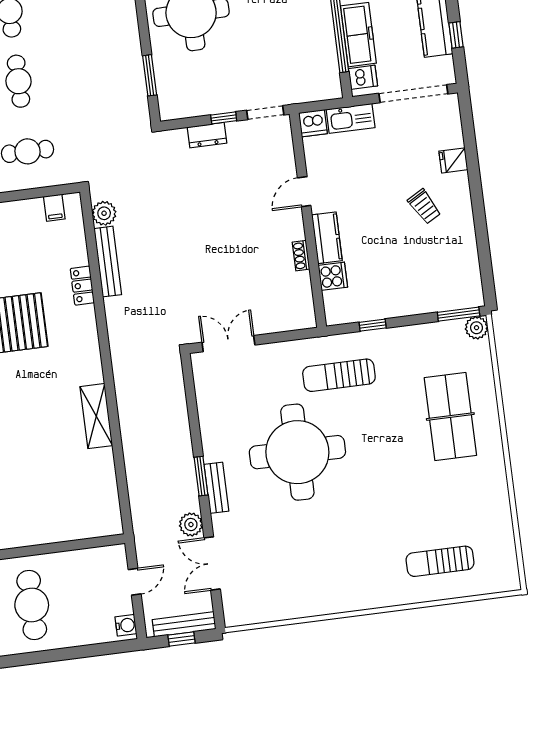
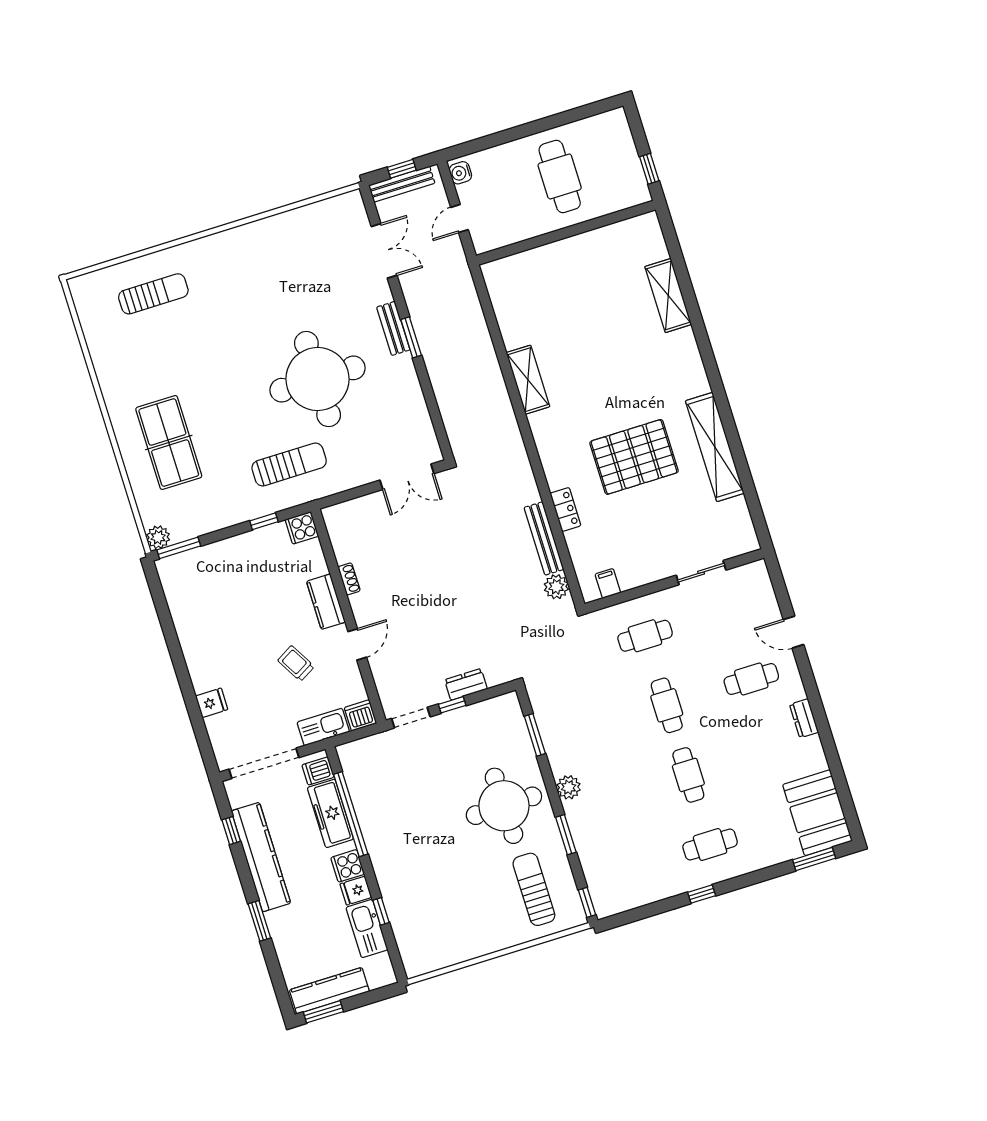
trolley: (424, 207) -> (296, 663), moved
cooker: (333, 276) -> (302, 528), moved
plant: (191, 524) -> (569, 787), moved

